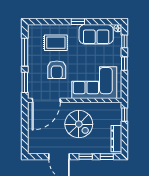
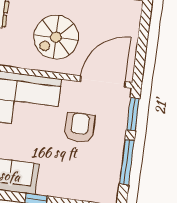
rug: (56, 43) -> (76, 171), removed
spiral stairs: (79, 124) -> (56, 37), turned -90

